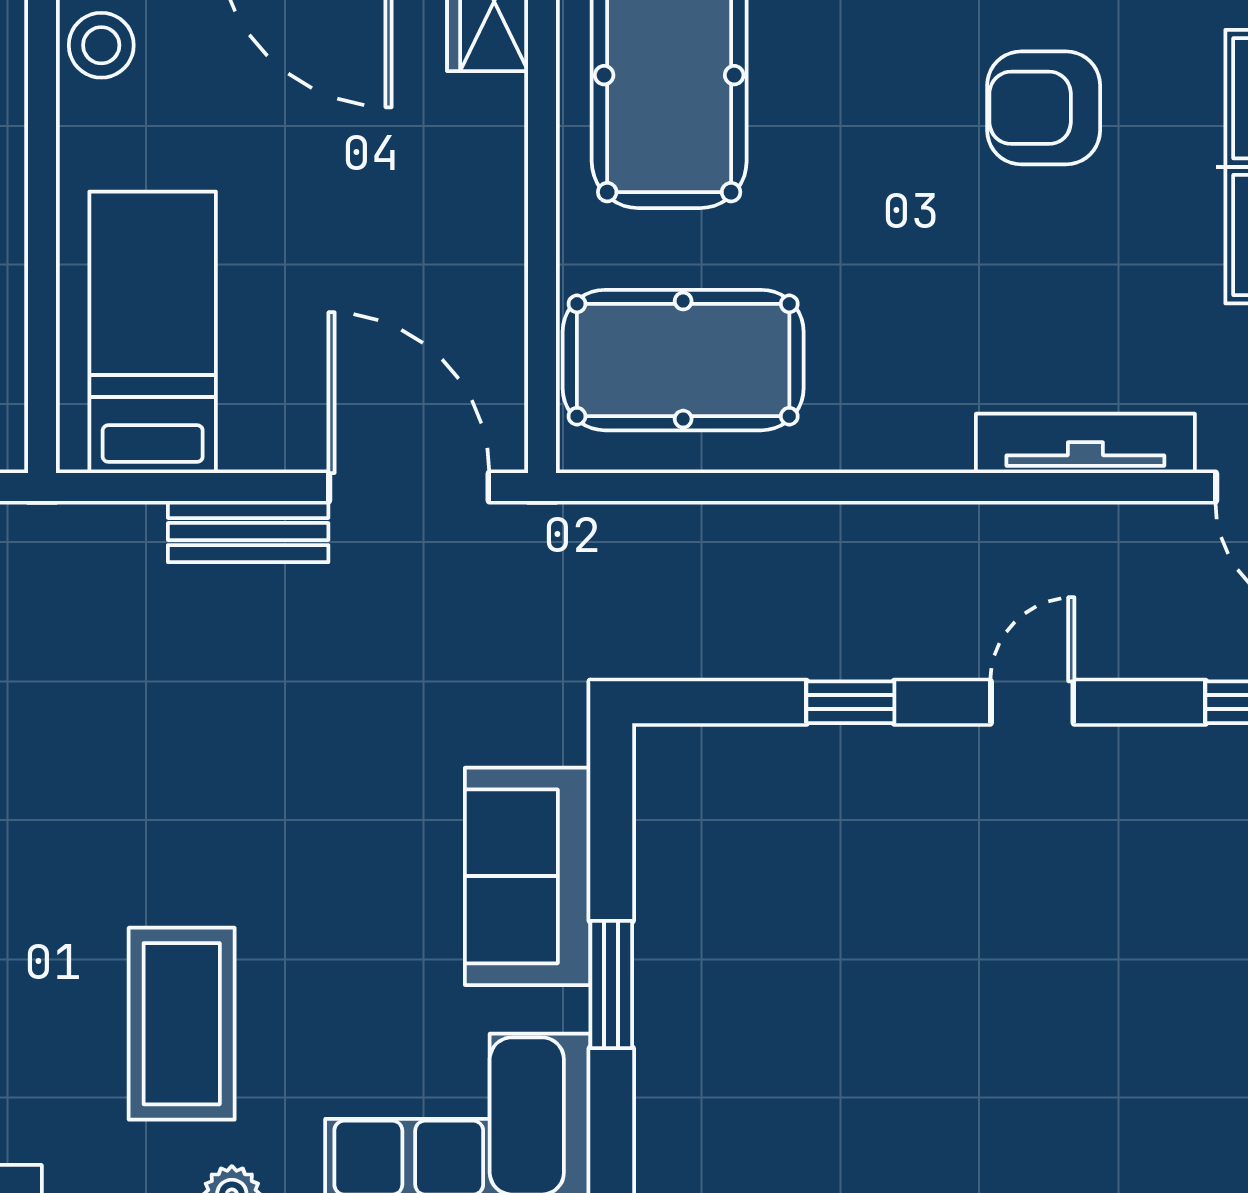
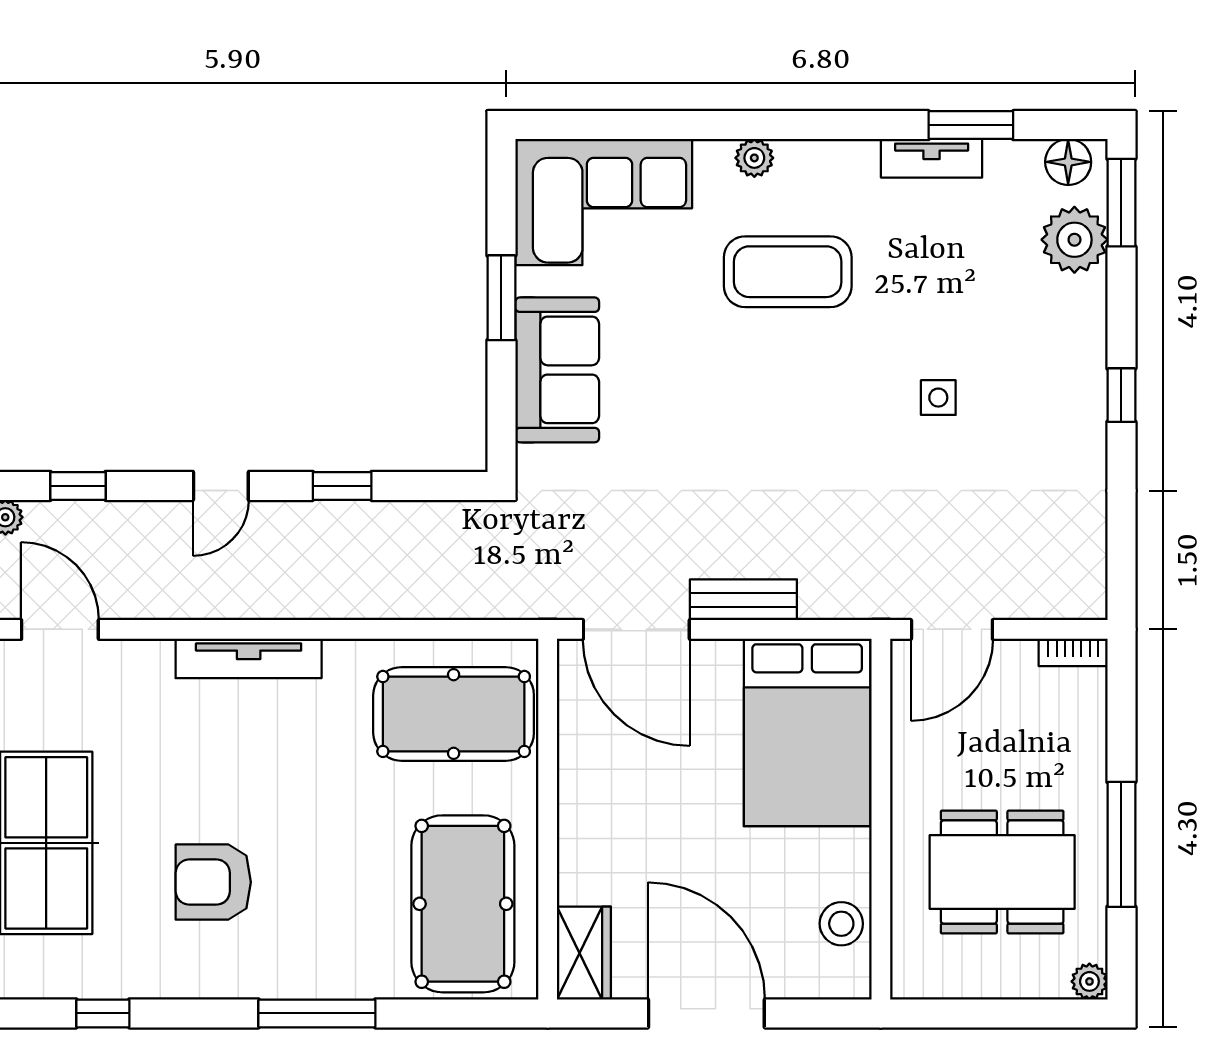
armchair: (1044, 108) -> (213, 882), turned 180
bed: (153, 332) -> (807, 732), width x1.50
tv unit: (1085, 443) -> (249, 658), moved
coffee table: (182, 1024) -> (788, 272), turned 90

